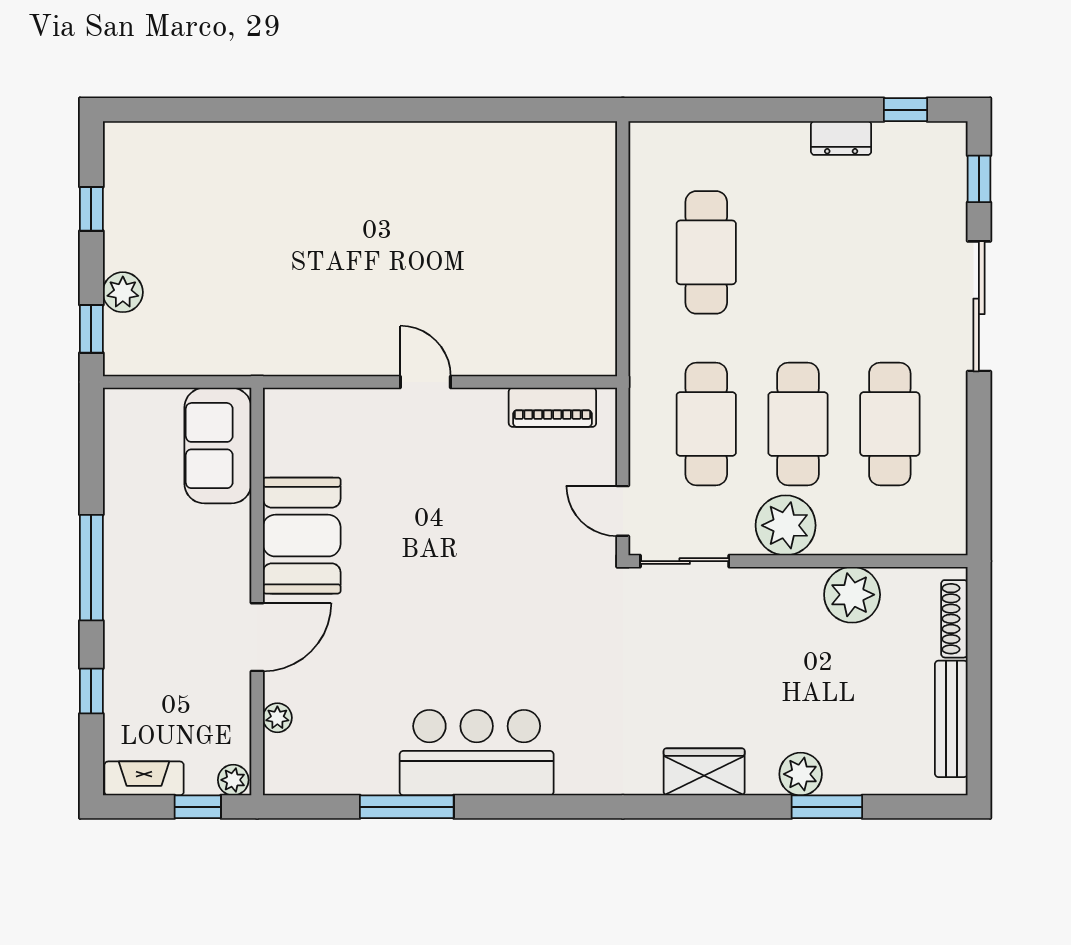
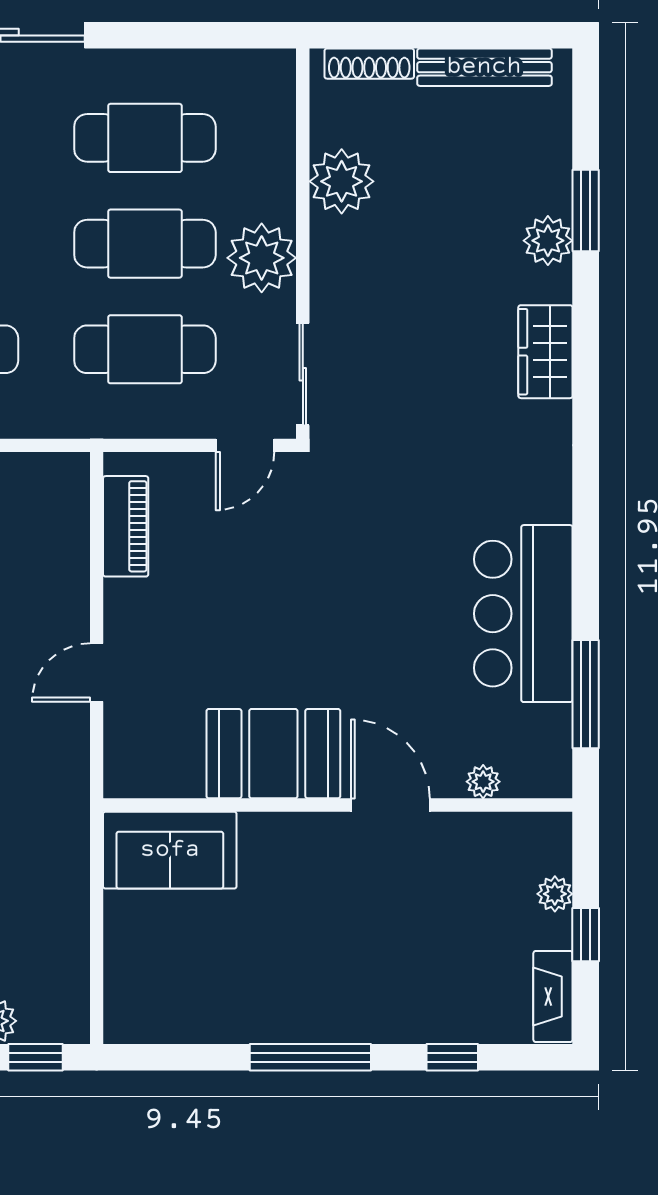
sofa: (218, 446) -> (170, 850), moved
booth: (302, 536) -> (273, 754), moved
wall: (257, 592) -> (338, 805), moved
door: (257, 637) -> (390, 805), moved
plant: (277, 718) -> (483, 782), moved

